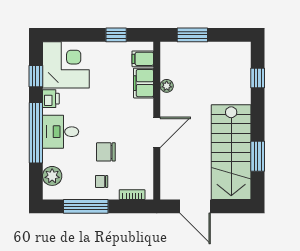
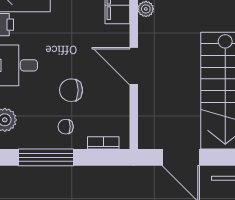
door: (157, 132) -> (134, 66), swing flipped

